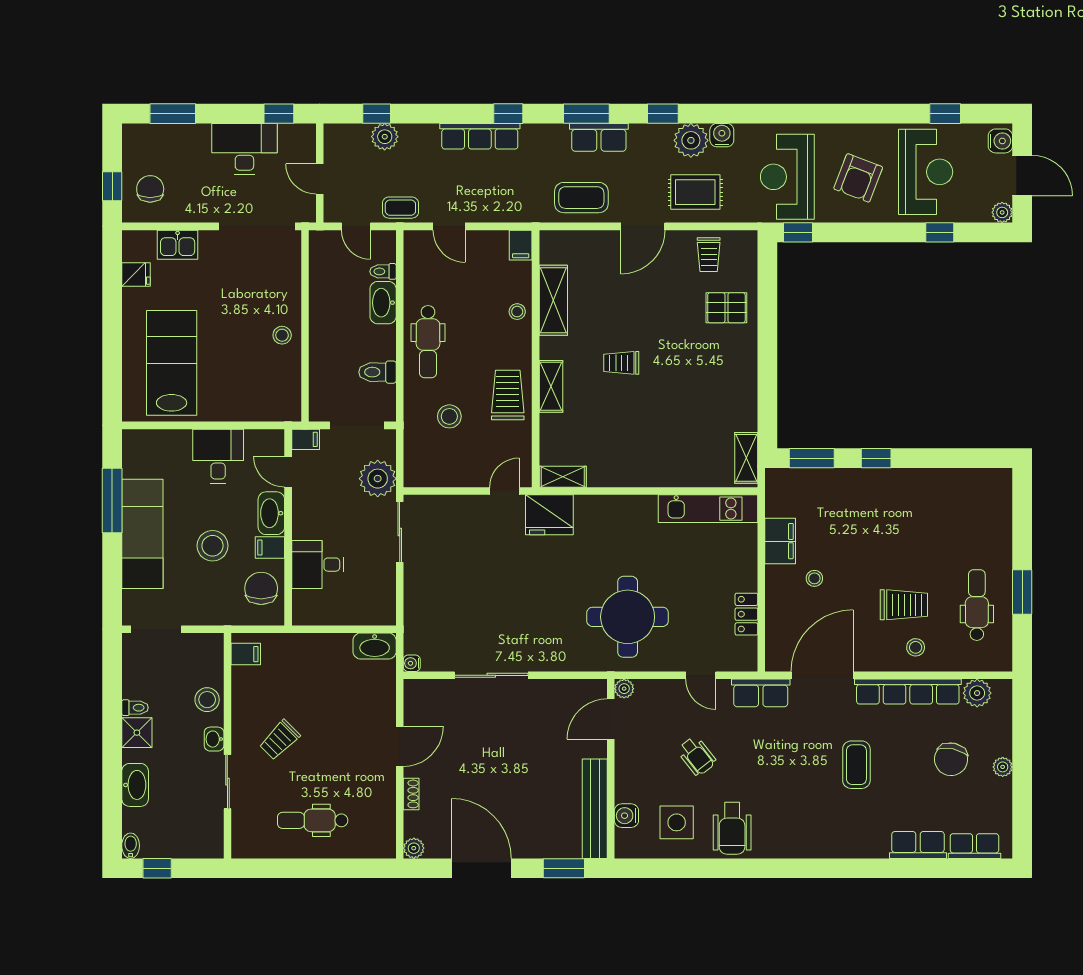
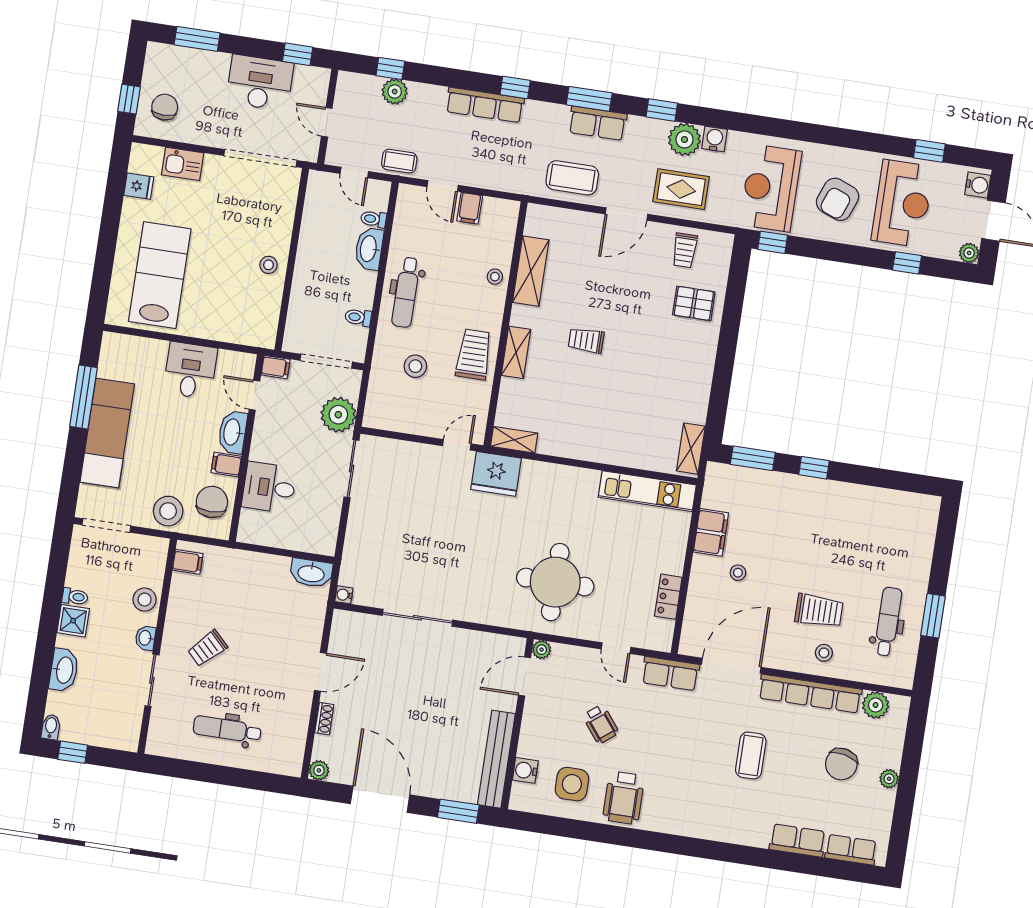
filing cabinet: (521, 245) -> (470, 208), moved
toilet: (377, 372) -> (358, 317), width x0.73, depth x0.72
stool: (213, 546) -> (168, 511), moved

